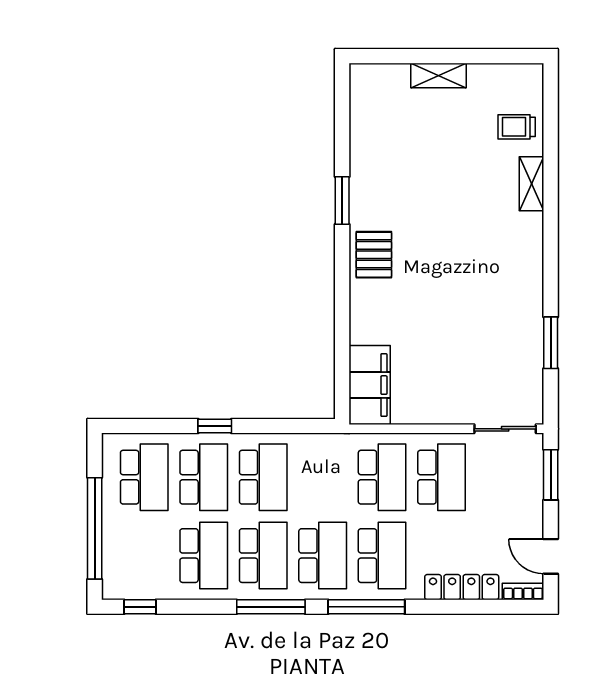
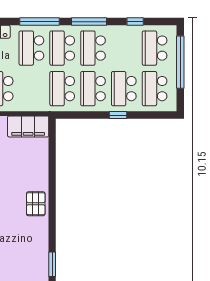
window: (342, 201) -> (52, 264), moved
filing cabinet: (370, 385) -> (28, 126), moved, turned -90
school desk: (382, 477) -> (62, 89), moved
school desk: (204, 556) -> (155, 48), moved
window: (140, 607) -> (135, 22), moved

